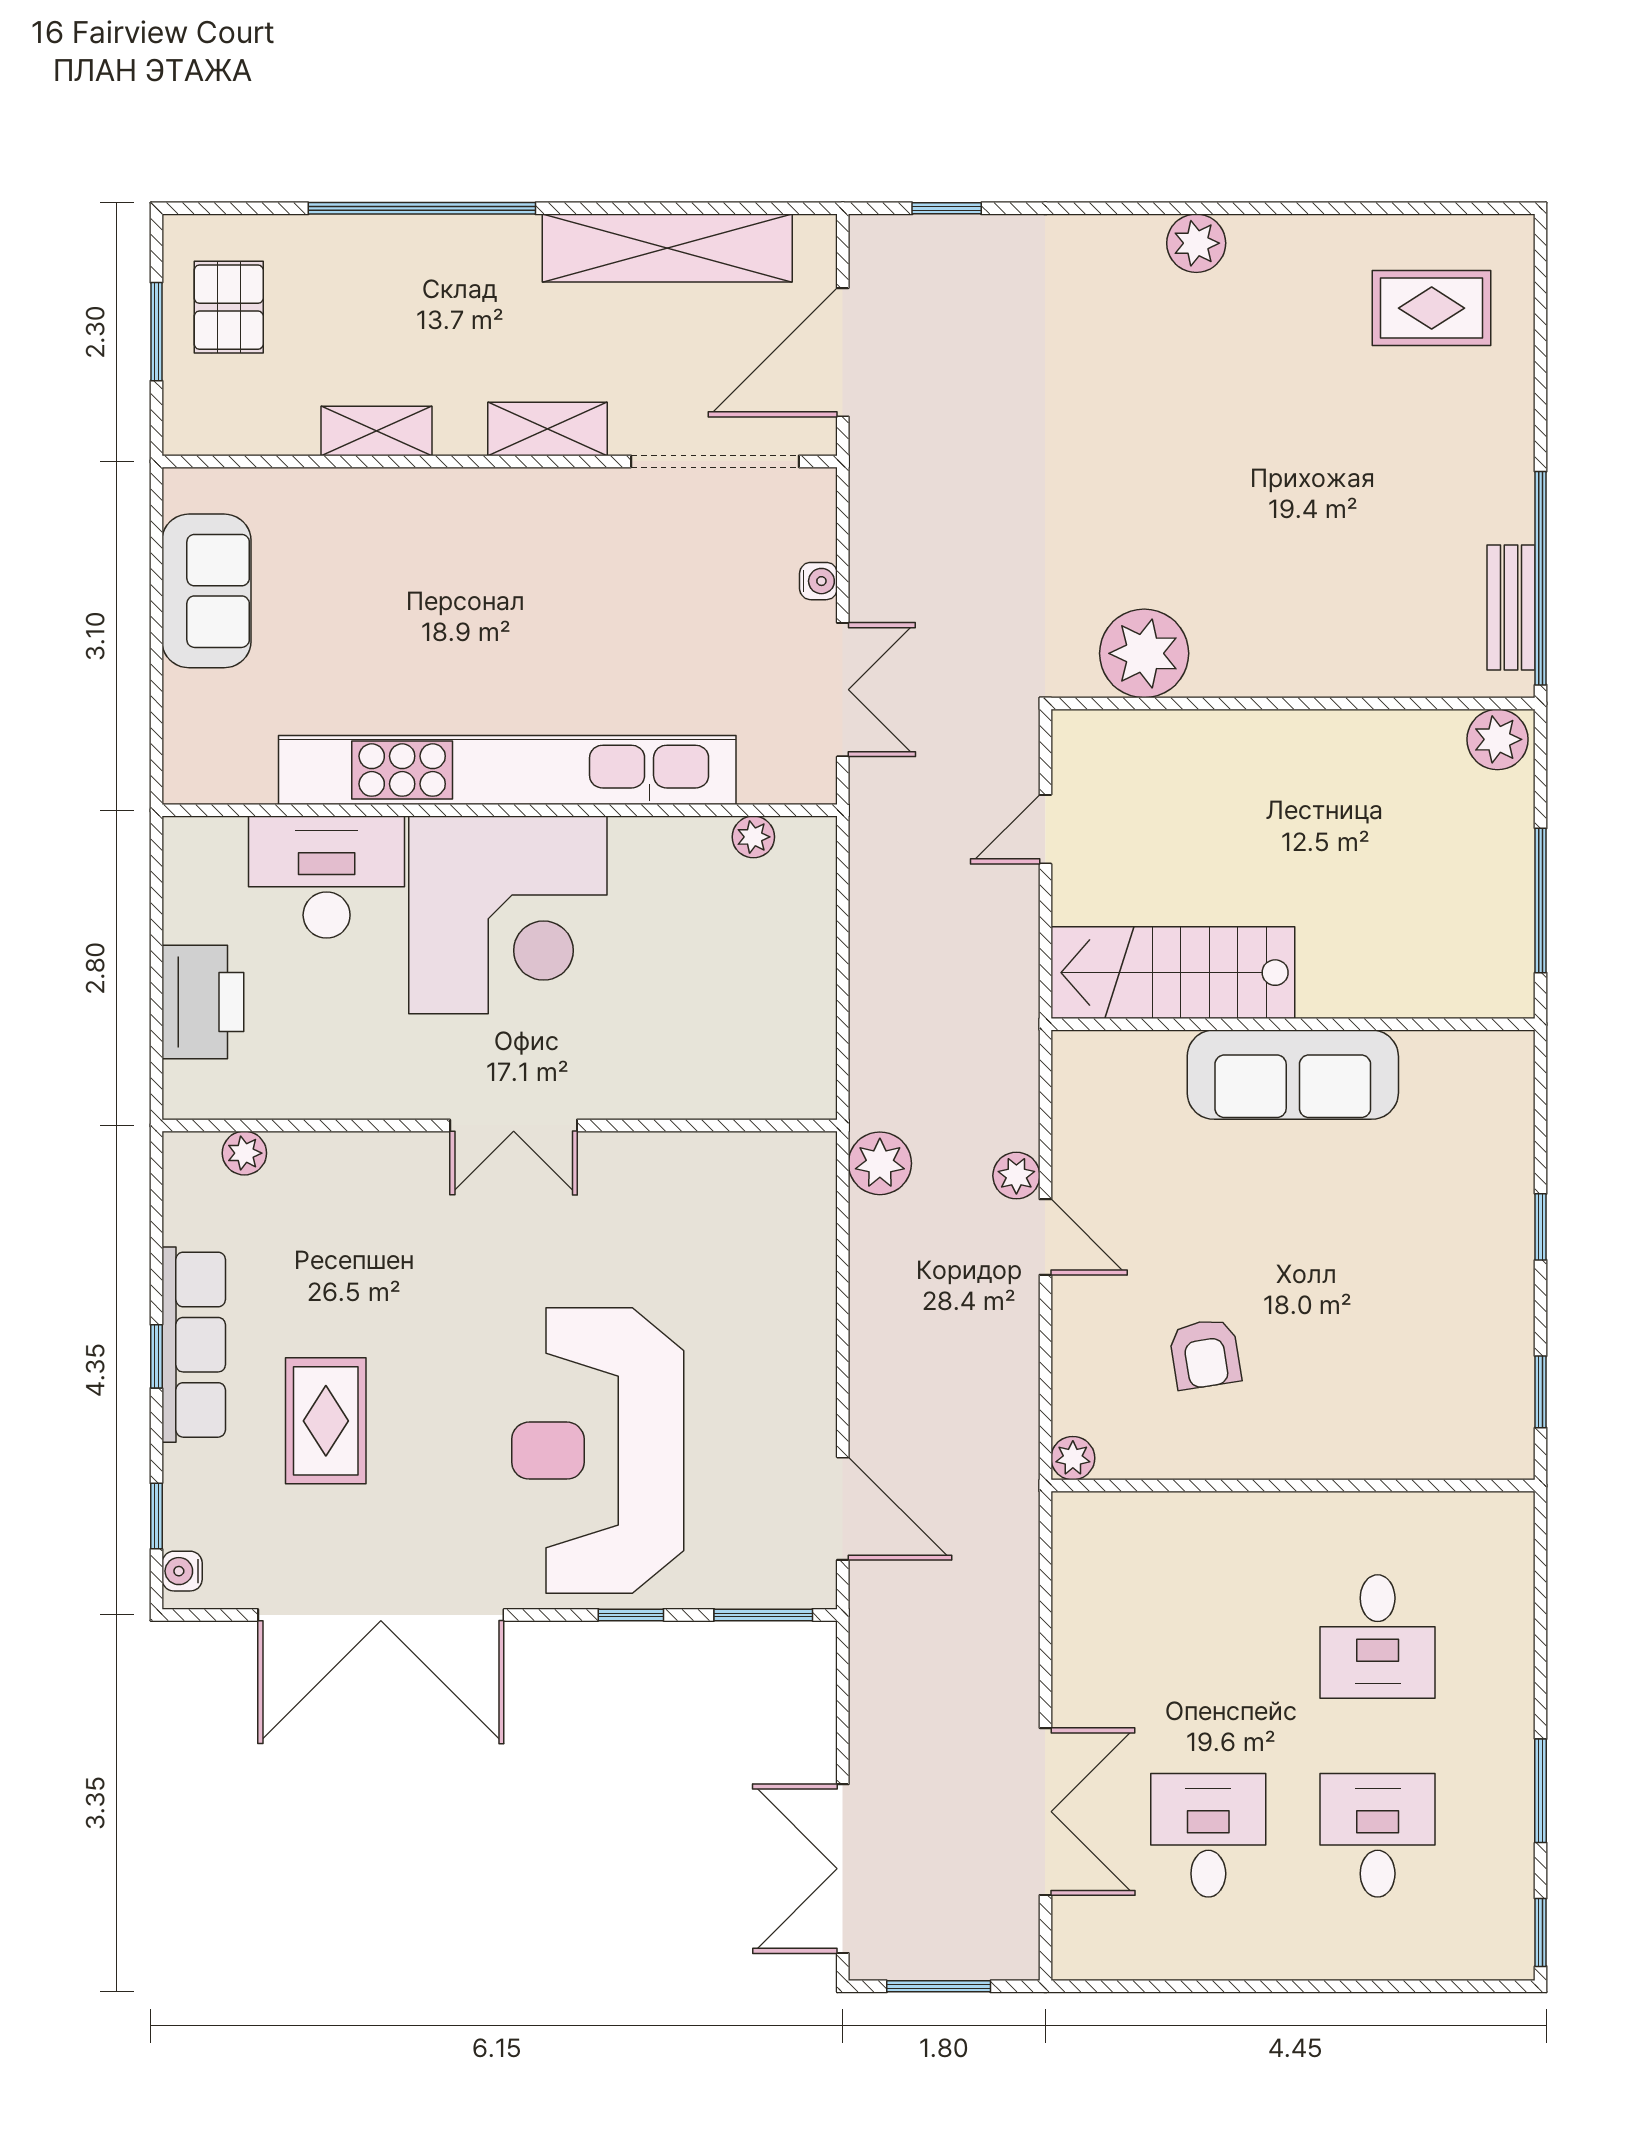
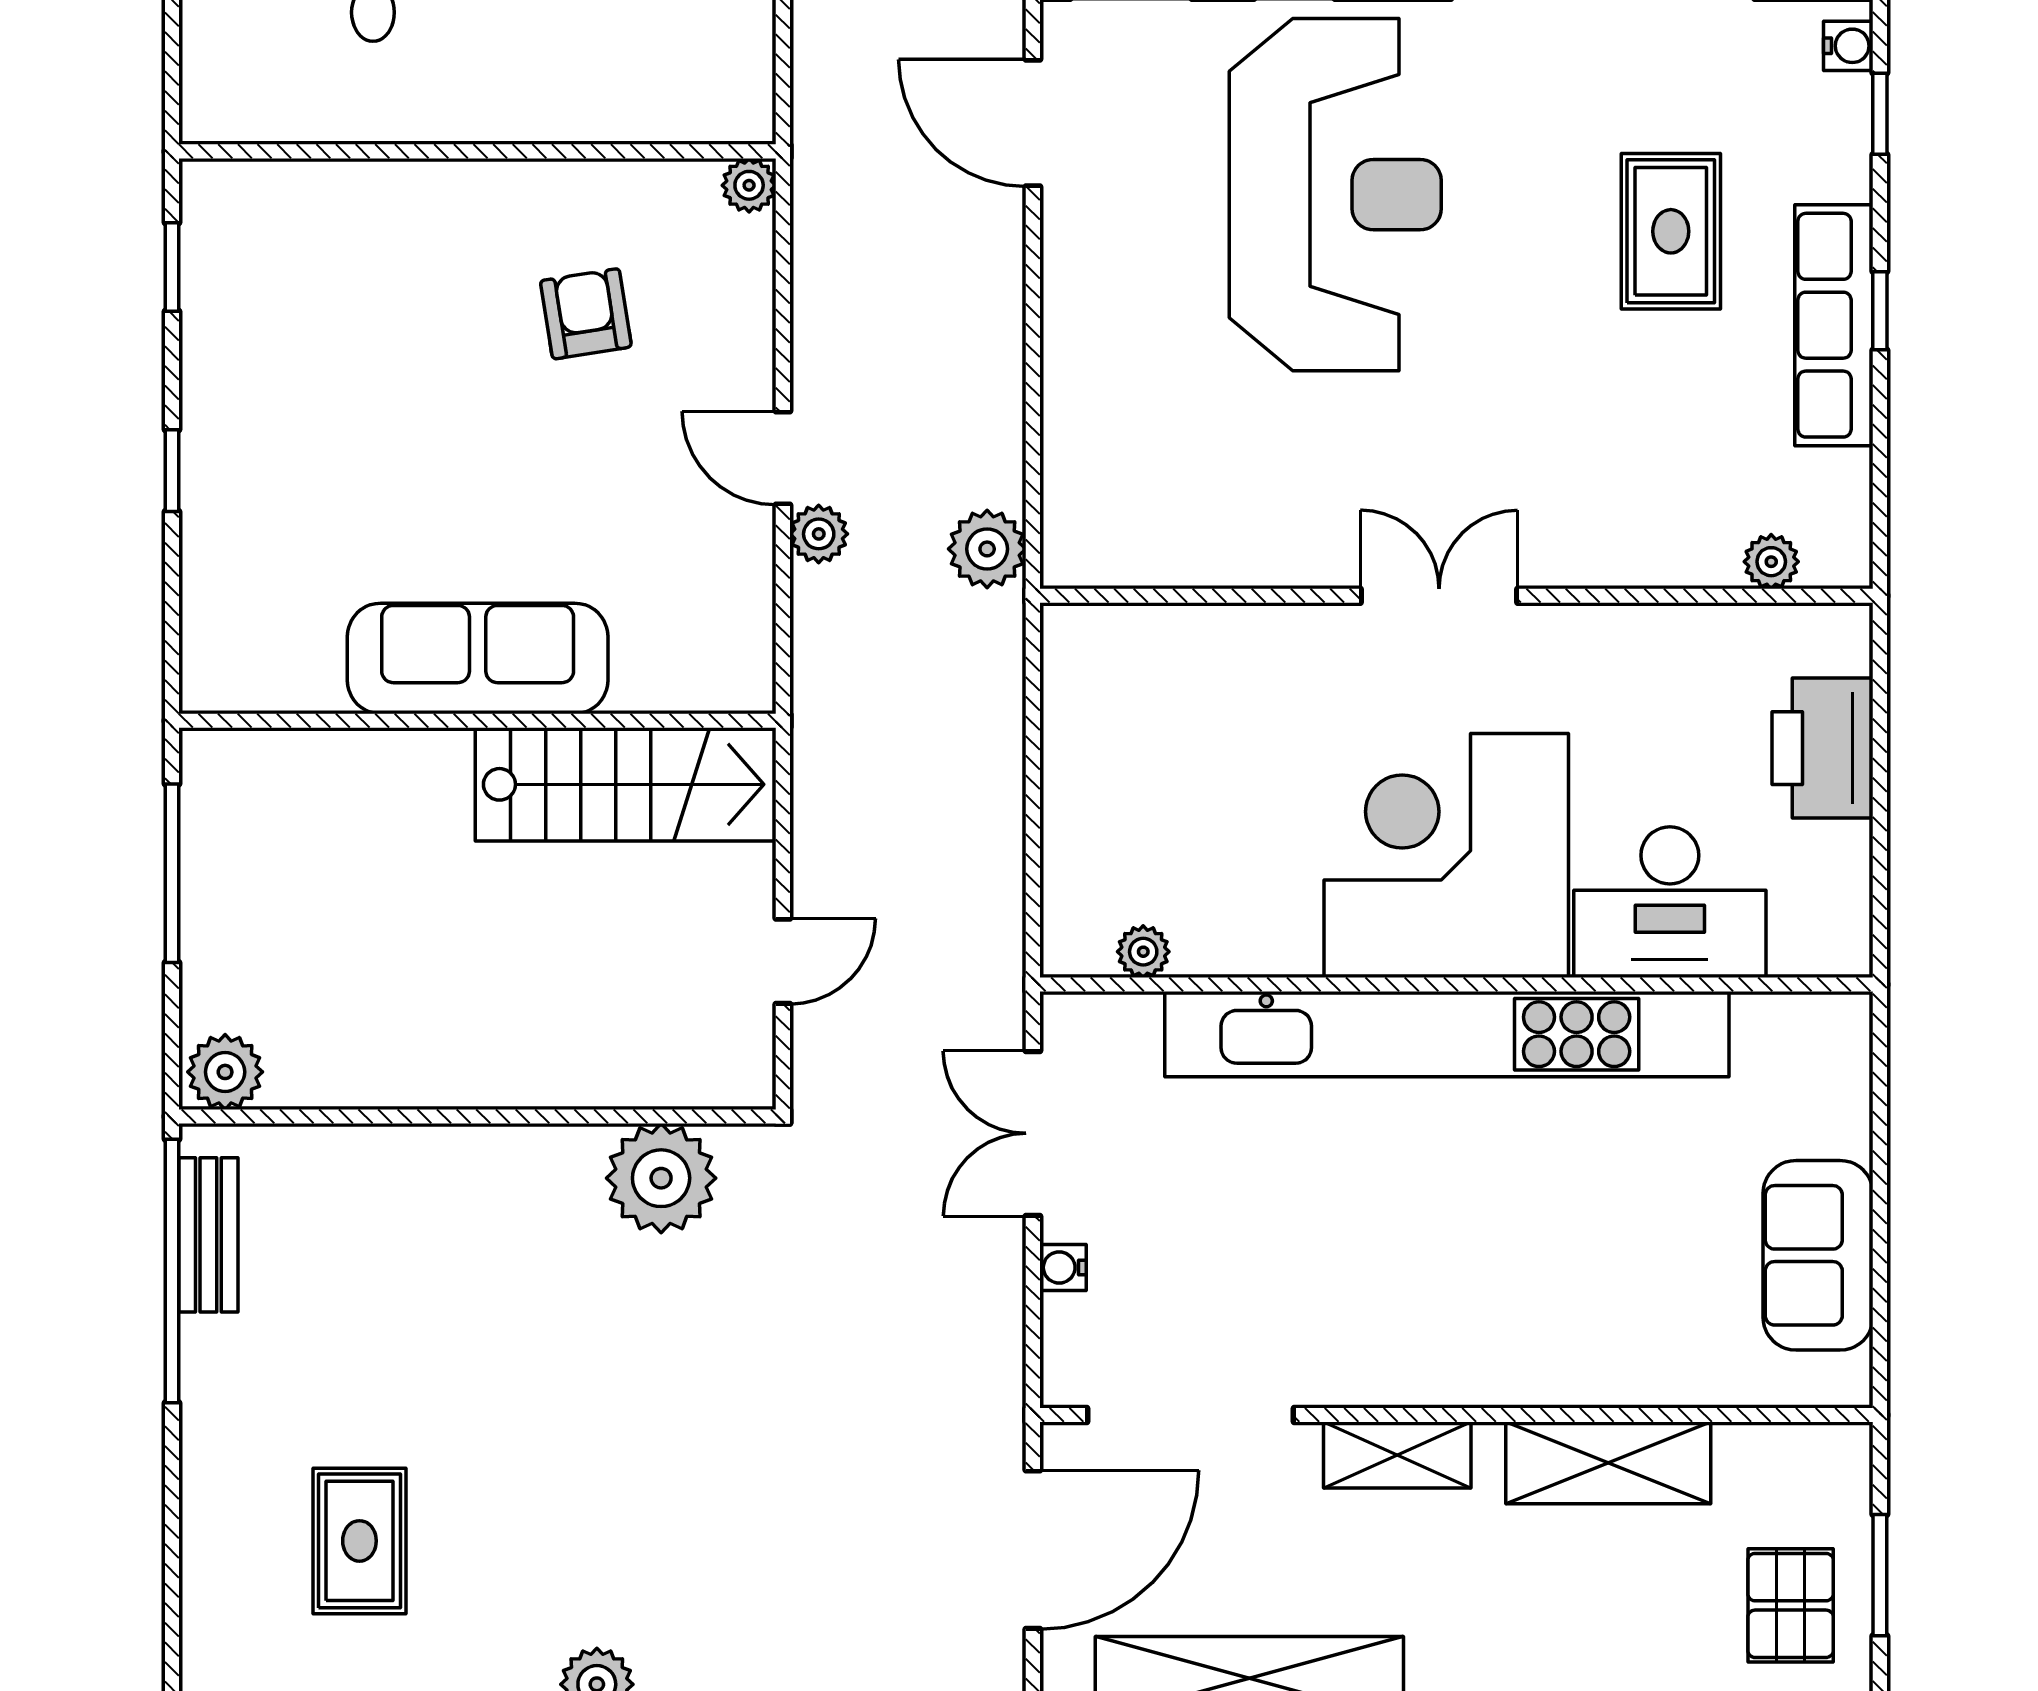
rug: (1432, 308) -> (359, 1541), moved, turned 90
shelving: (376, 431) -> (1608, 1463), width x1.50, depth x1.33

